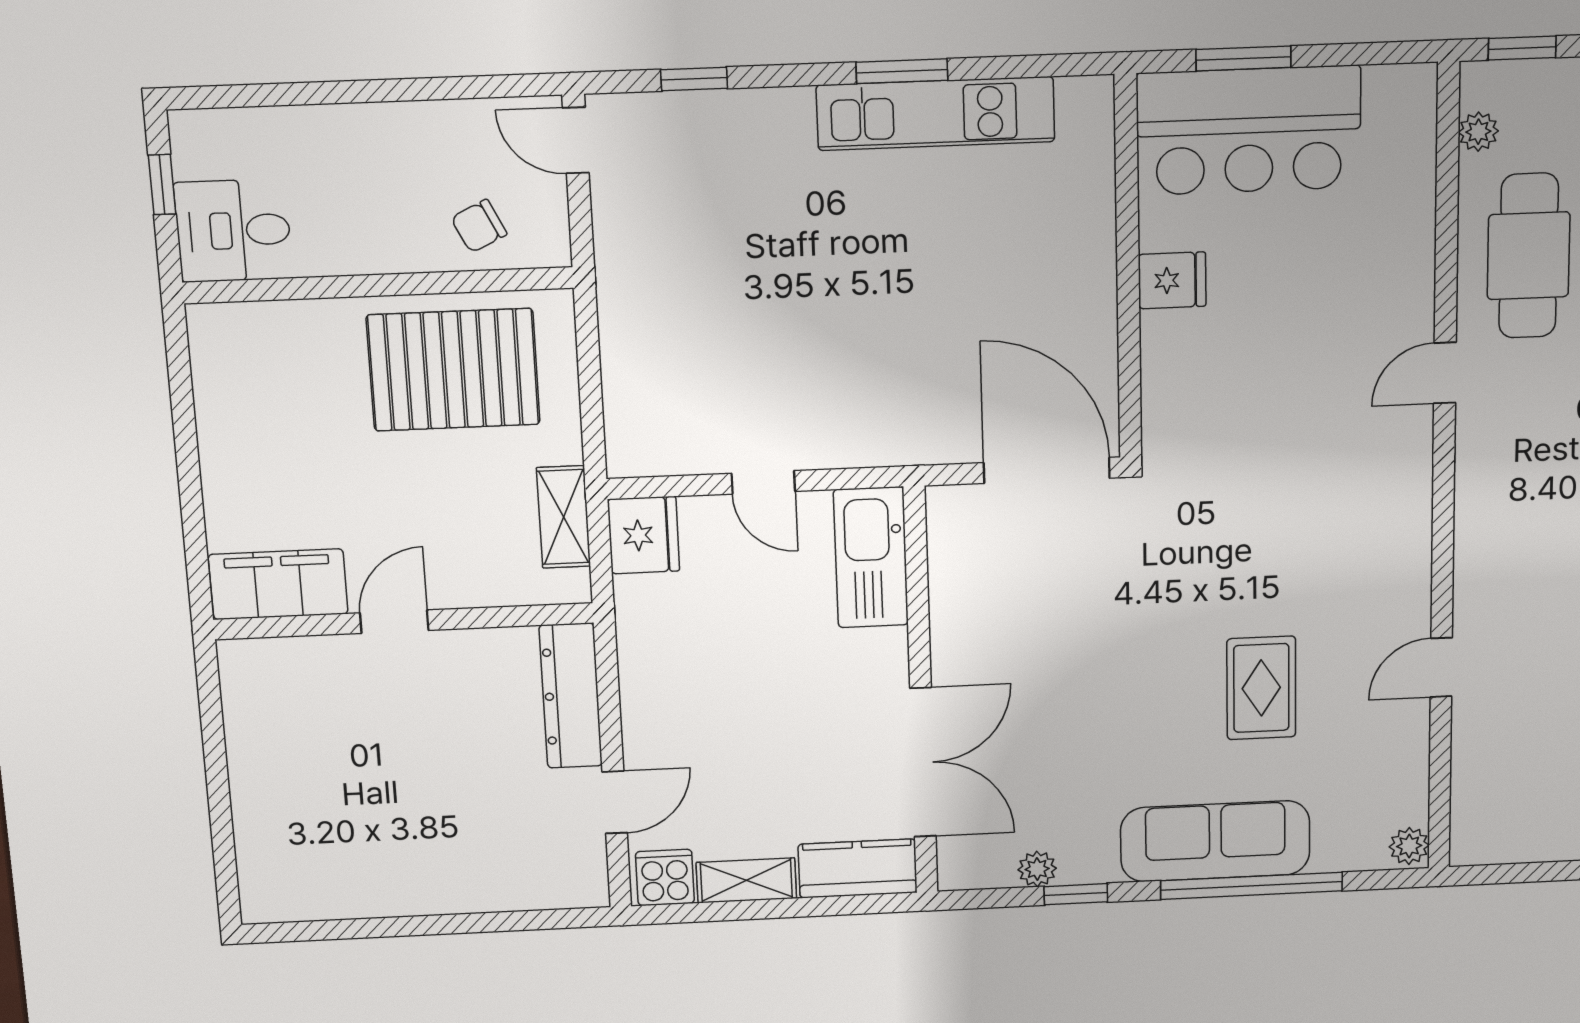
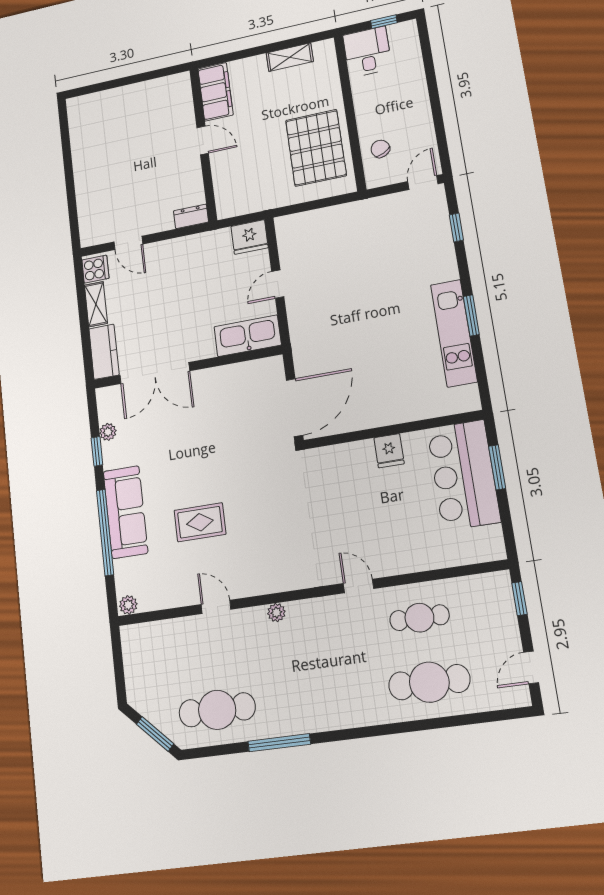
plant: (1478, 132) -> (276, 613), moved
cafe table: (1529, 256) -> (419, 618), width x0.73, depth x0.74
shelving: (564, 517) -> (290, 57), moved
dresser: (571, 696) -> (191, 216), width x0.51, depth x0.80

